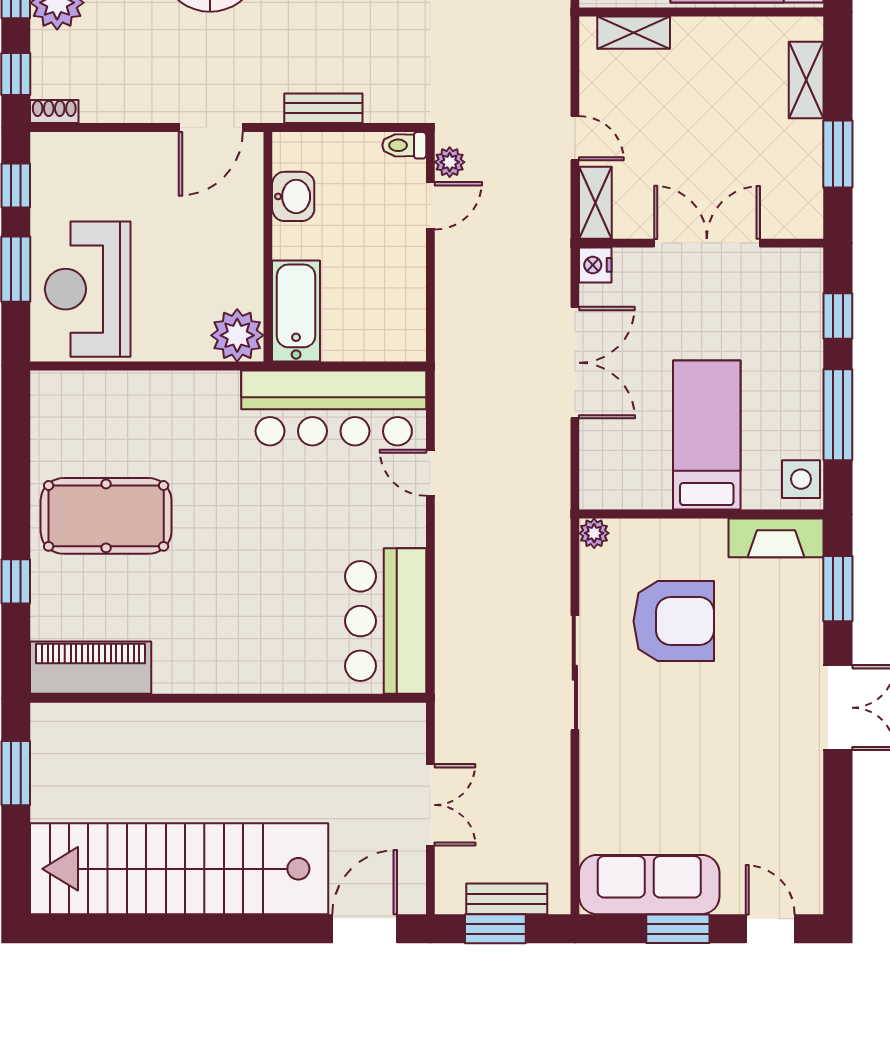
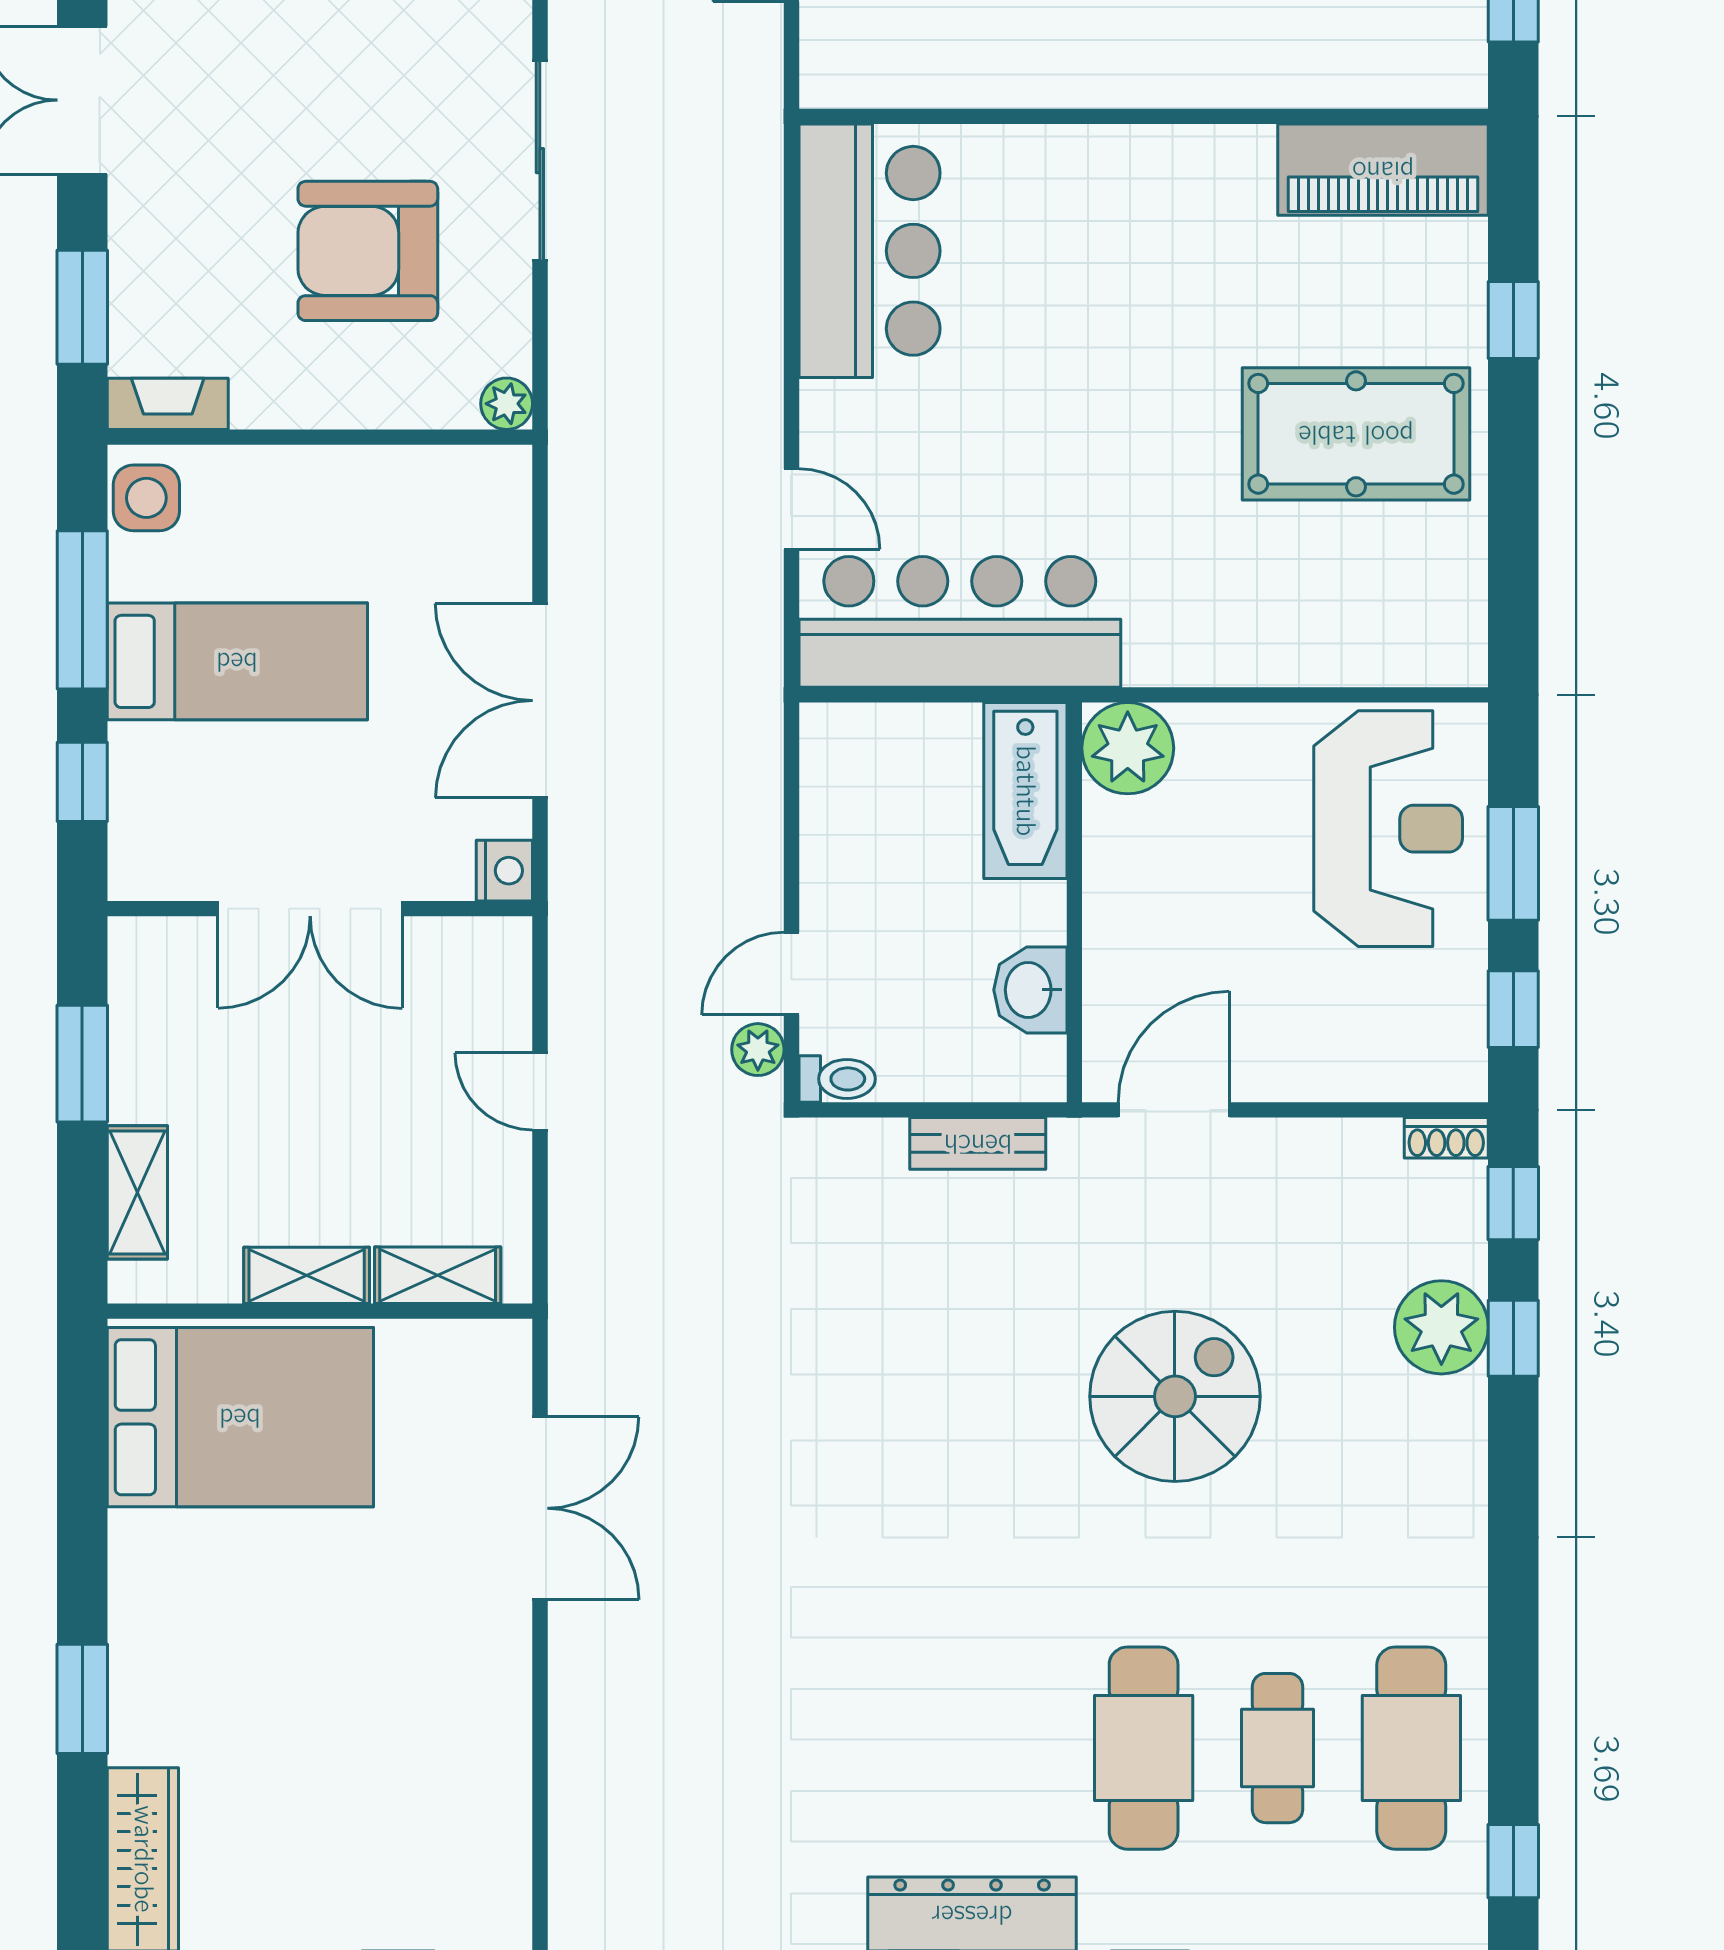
shelving: (595, 203) -> (307, 1275), moved, turned 90
bed: (707, 435) -> (237, 661), moved, turned -90
fireplace: (776, 538) -> (168, 404), width x0.73, depth x0.76

